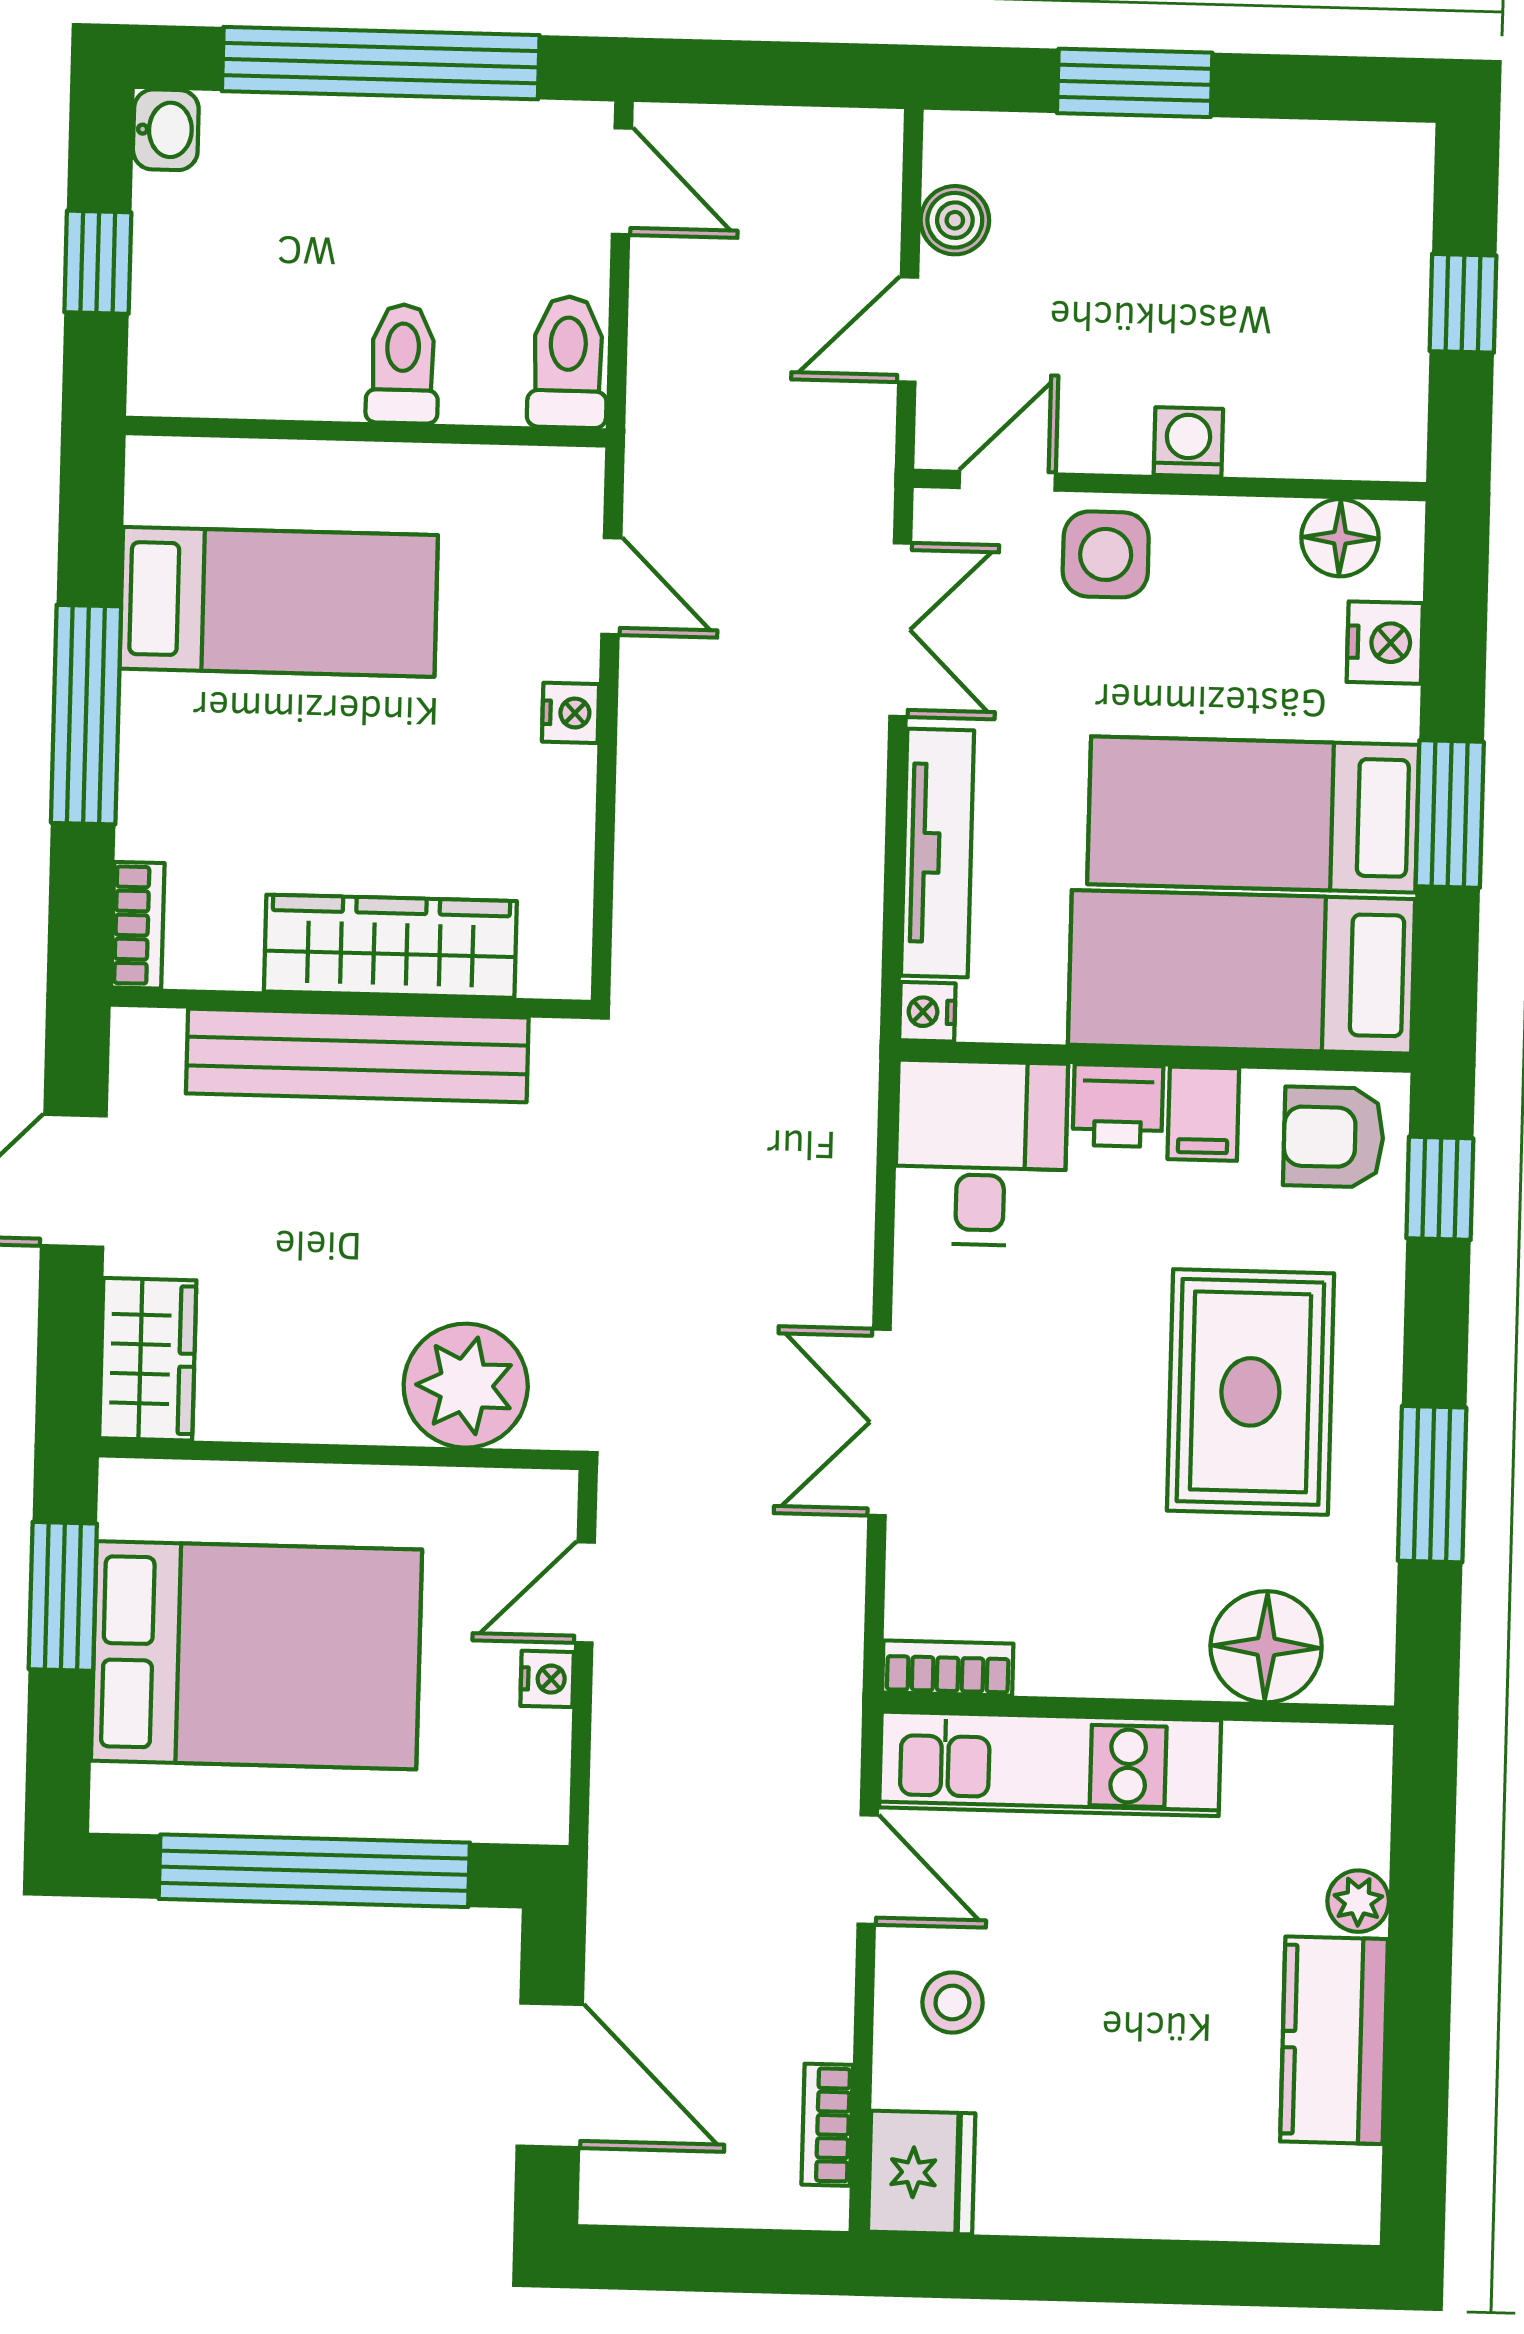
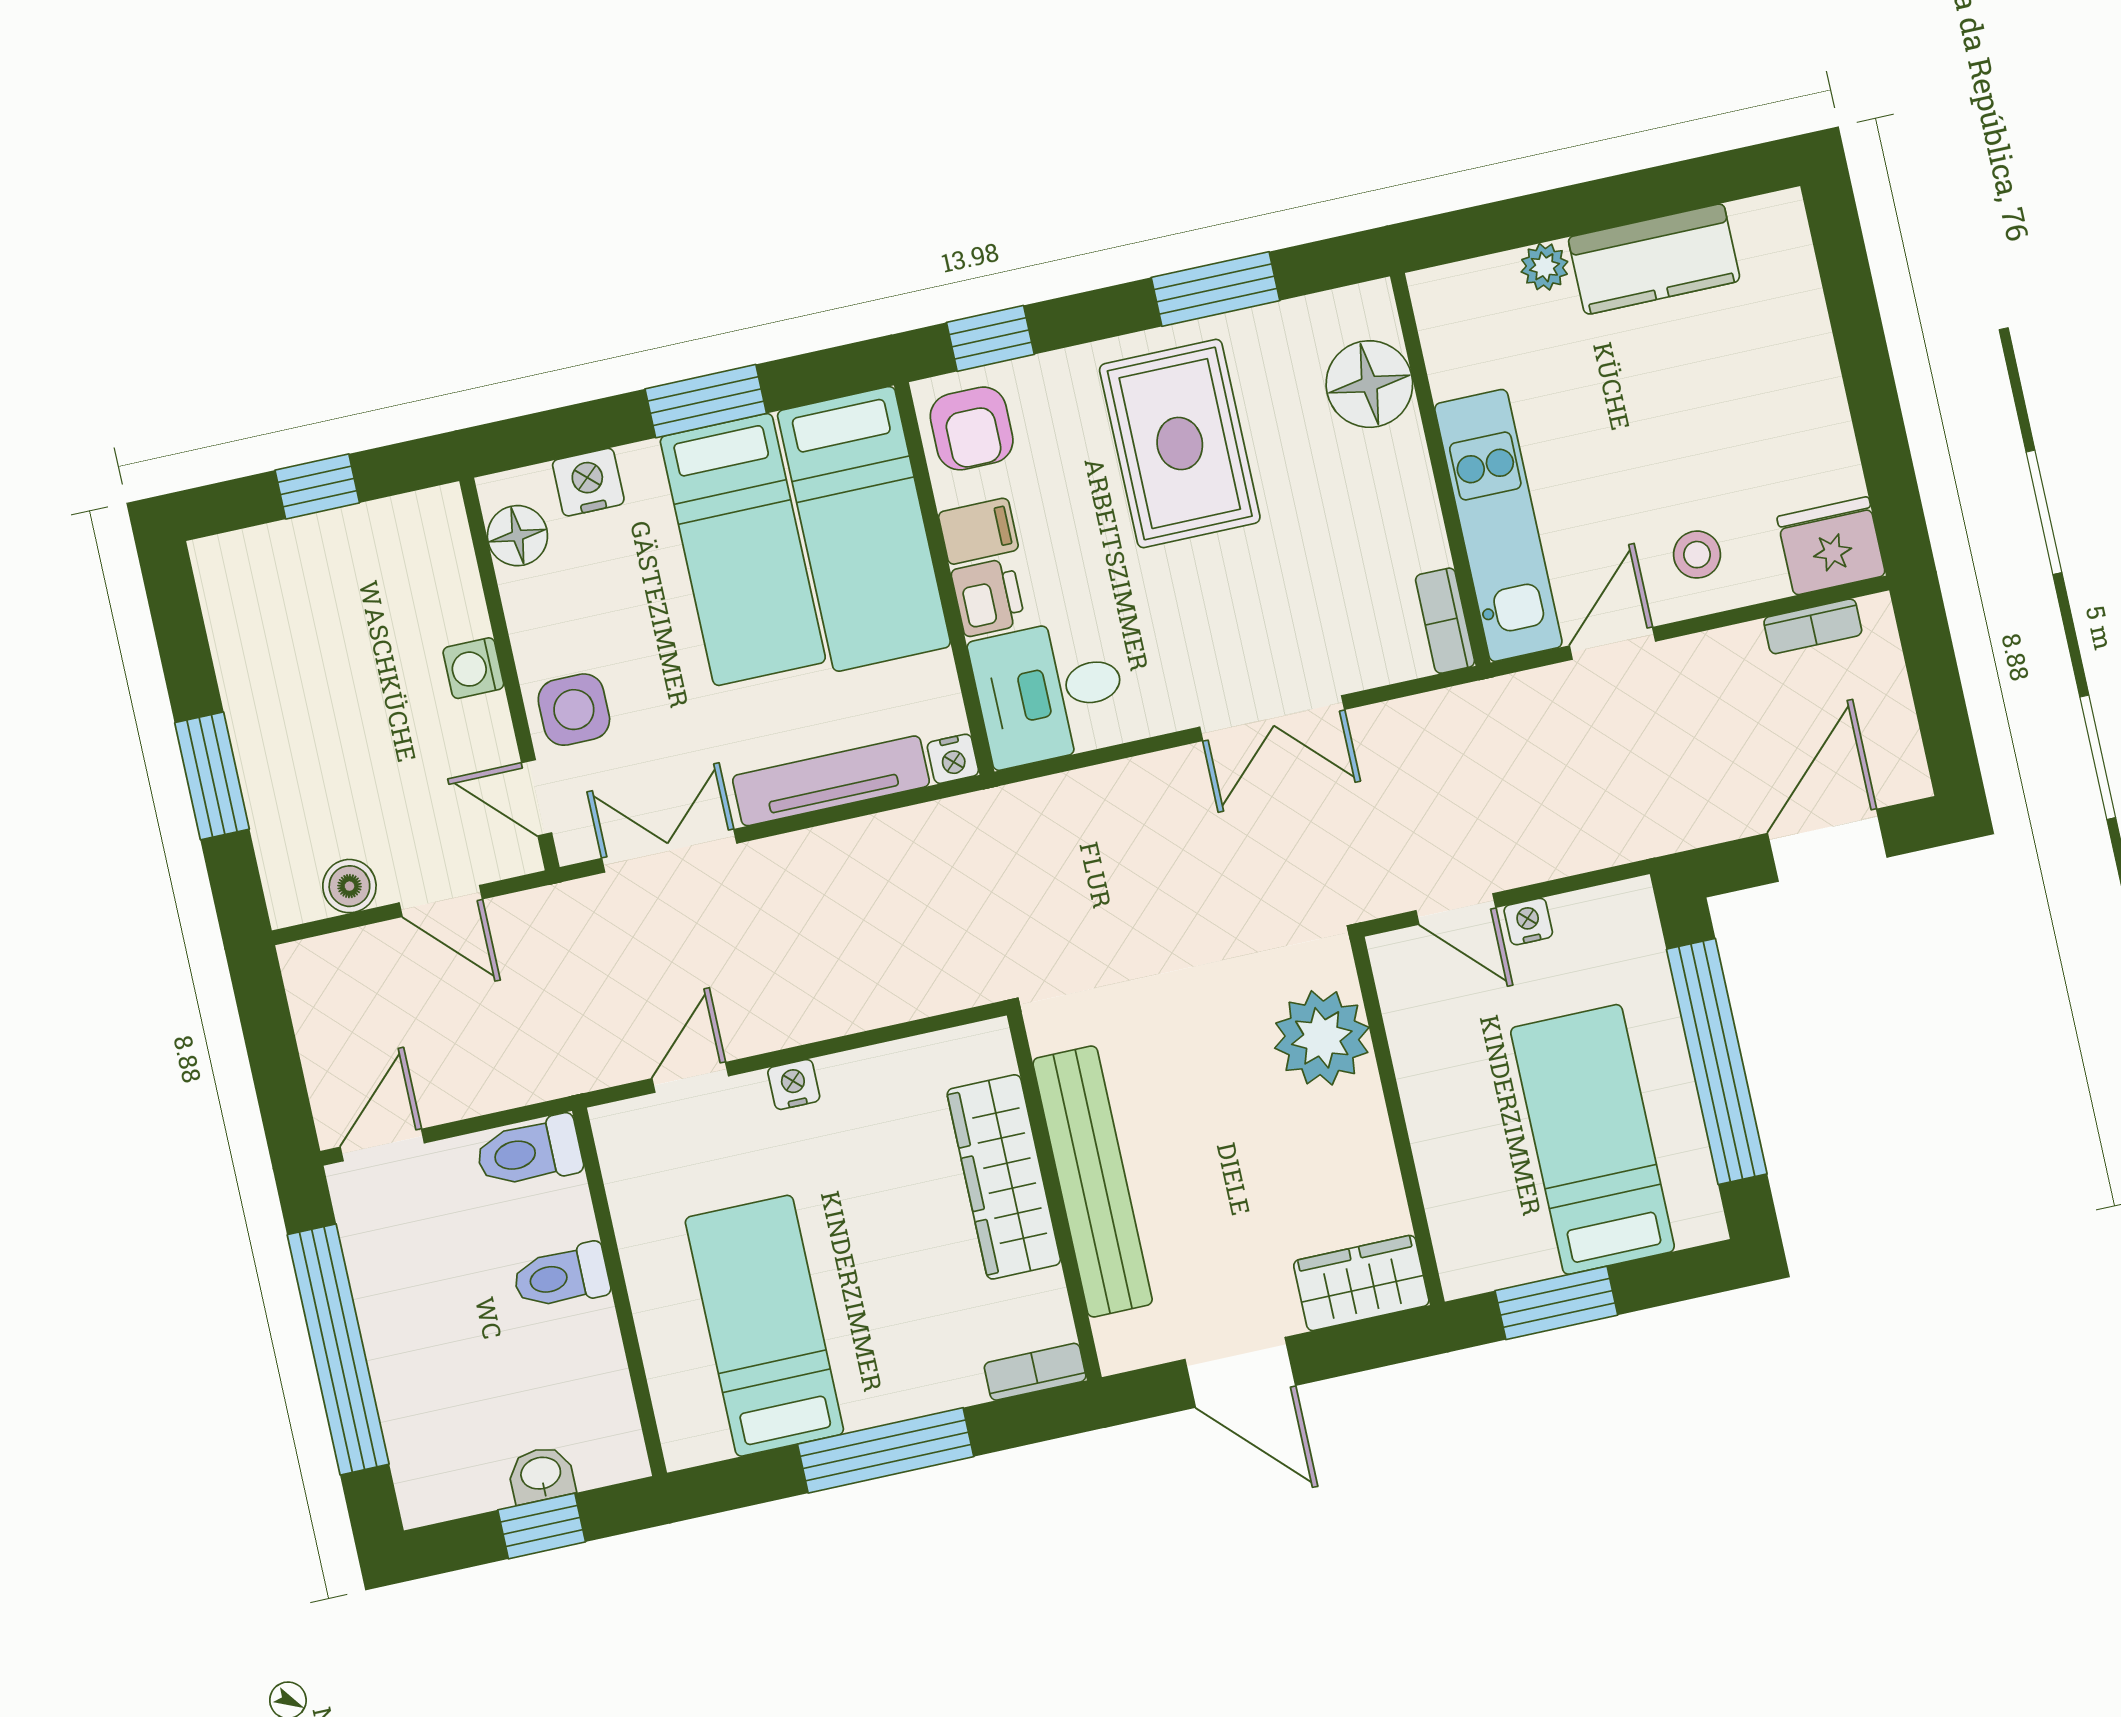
washbasin: (166, 130) -> (541, 1475), moved
rug: (1250, 1392) -> (1180, 444), turned 90
bed: (256, 1655) -> (1593, 1139), width x0.67

